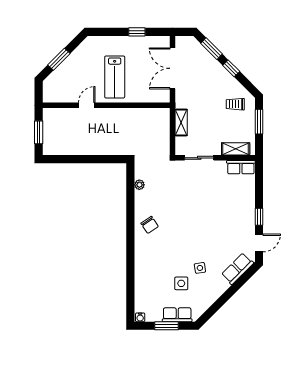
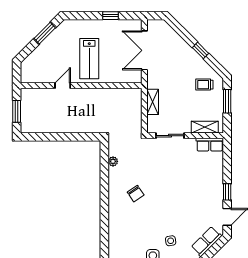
window: (211, 49) -> (182, 32), removed
window: (59, 59) -> (45, 33), moved
chair: (150, 225) -> (136, 194), moved

